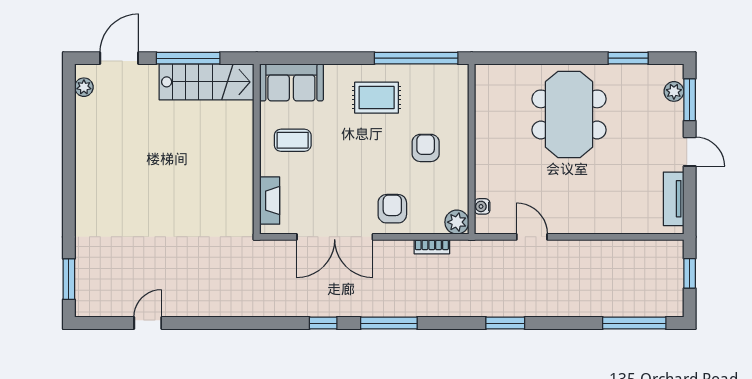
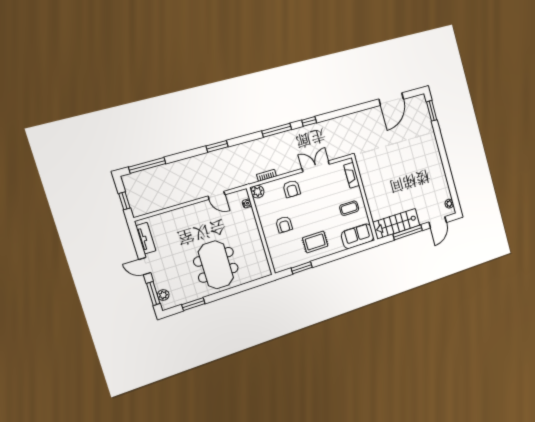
window: (416, 58) -> (302, 268), width x0.47
double door: (335, 237) -> (316, 166), width x0.73
door: (148, 323) -> (391, 99), width x1.88

